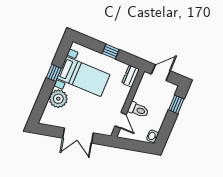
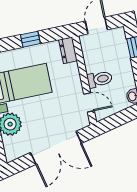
double door: (78, 135) -> (56, 148), width x1.37

